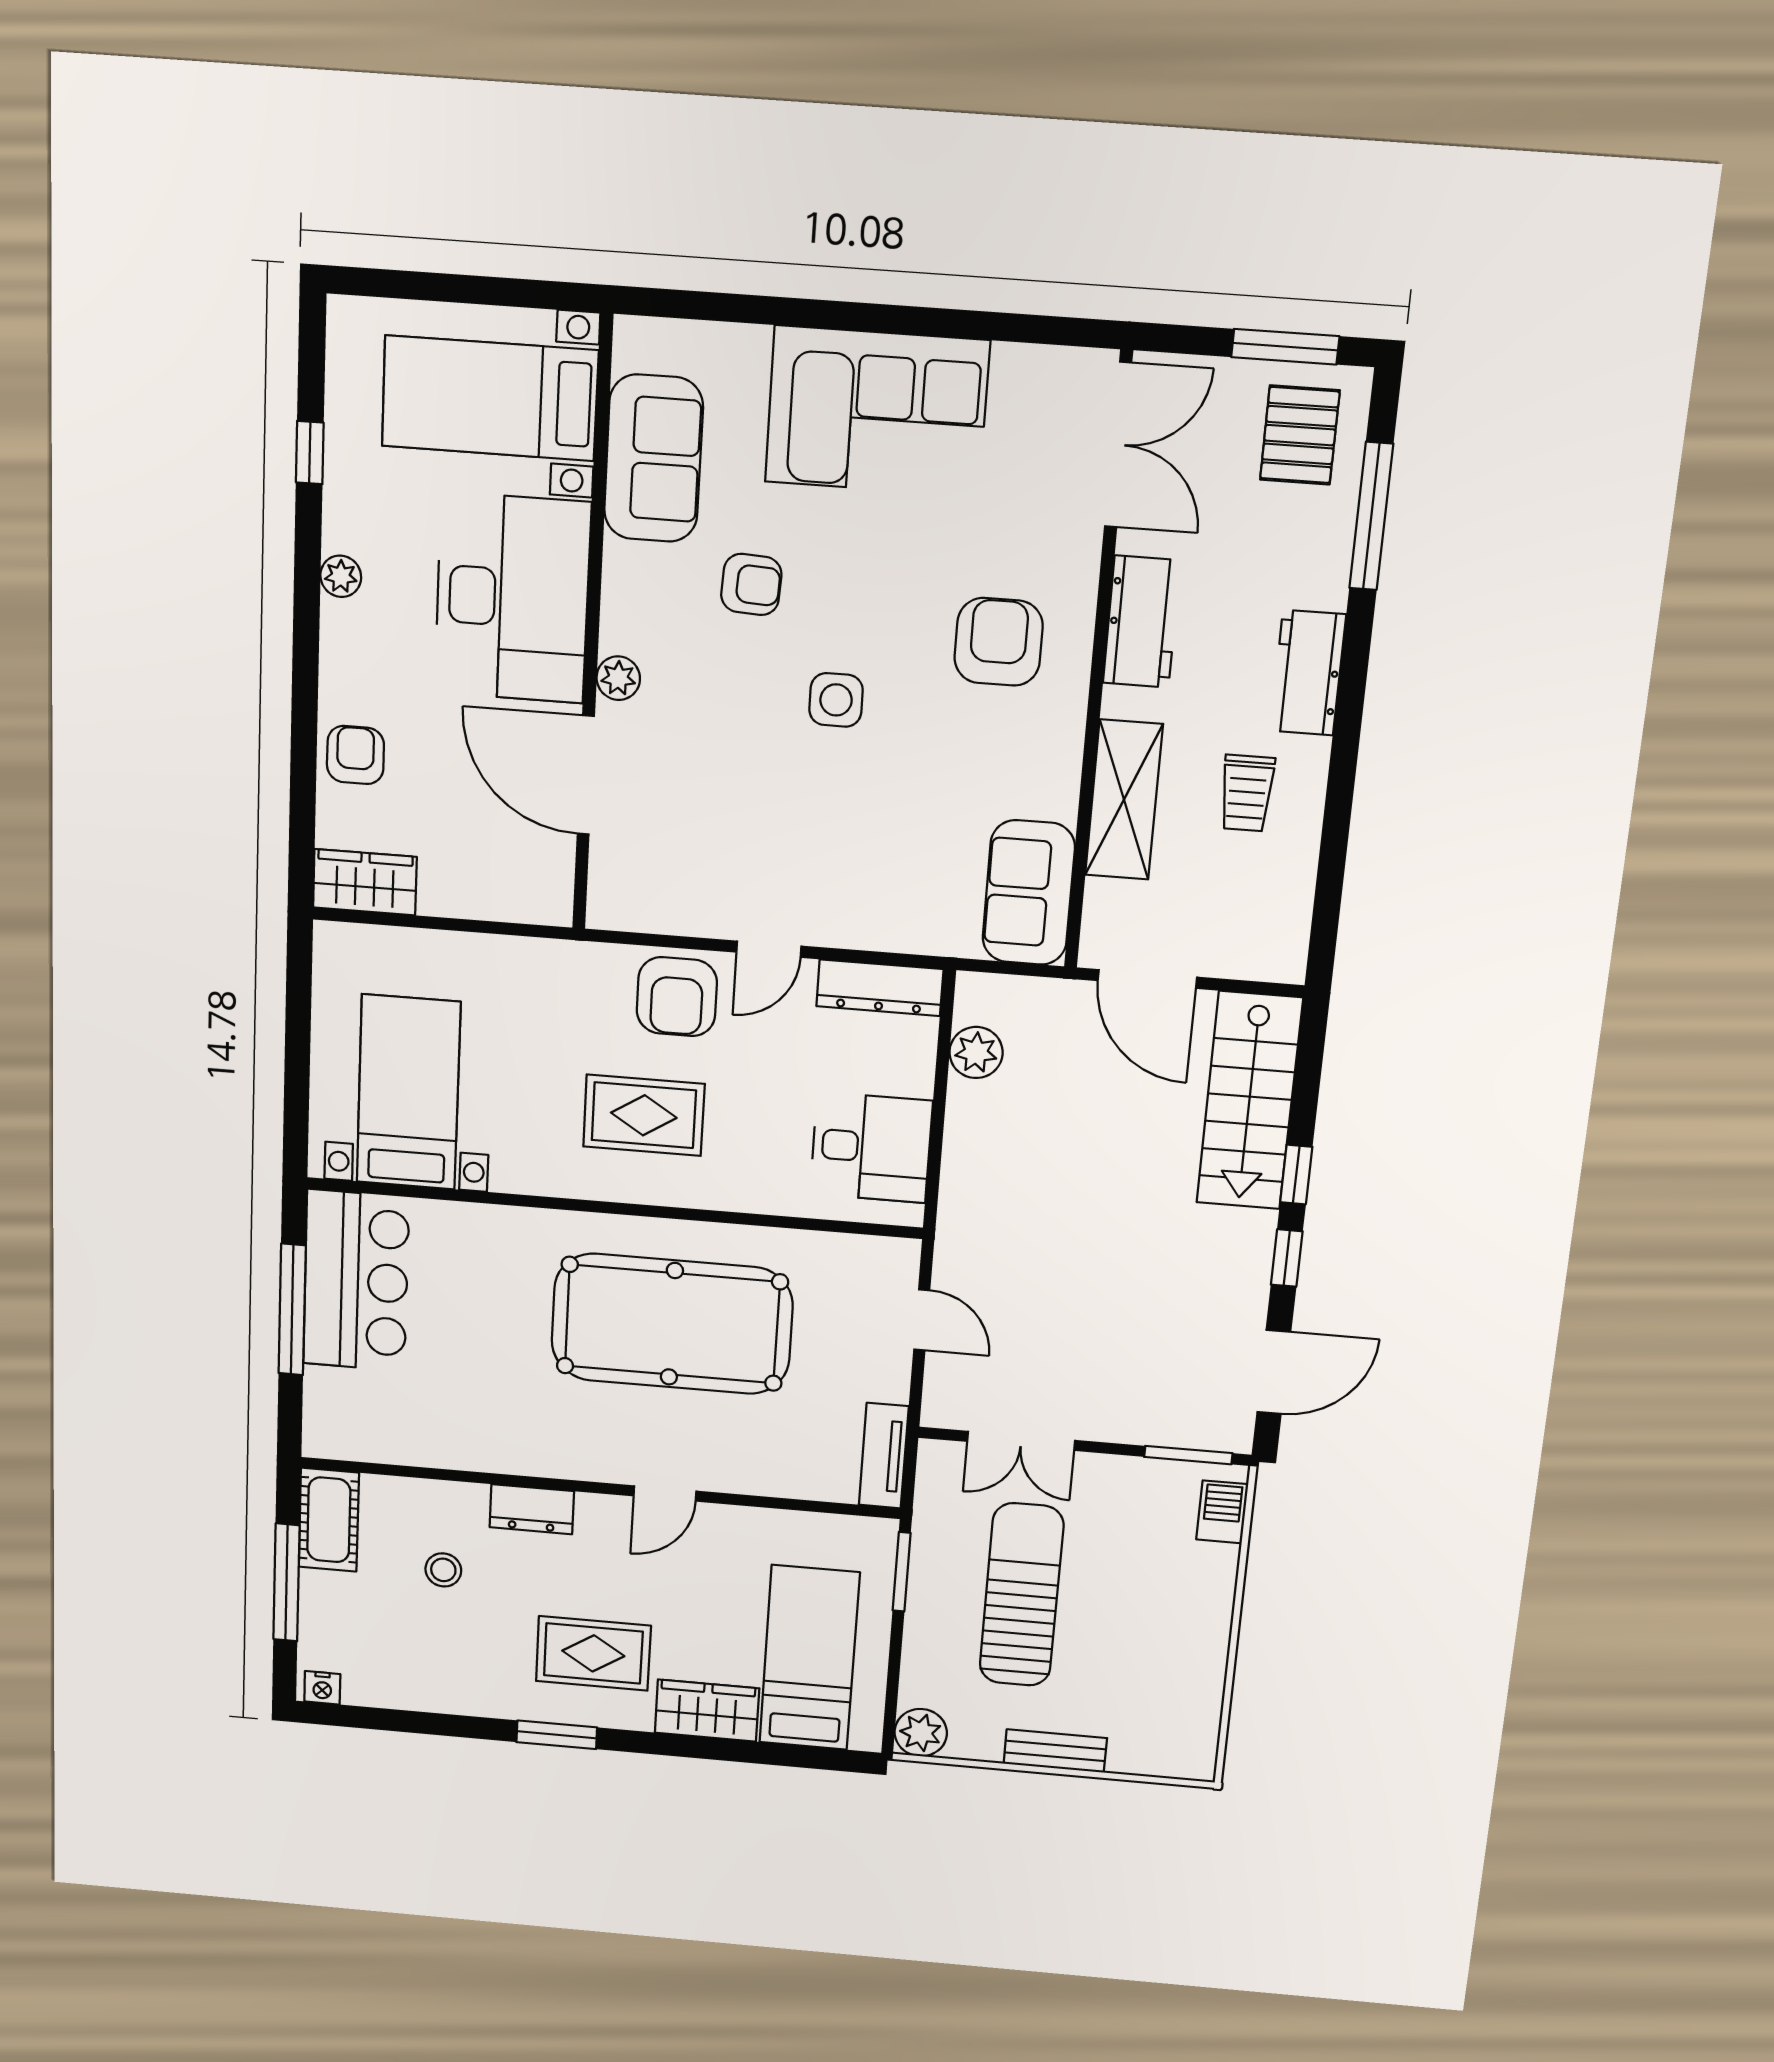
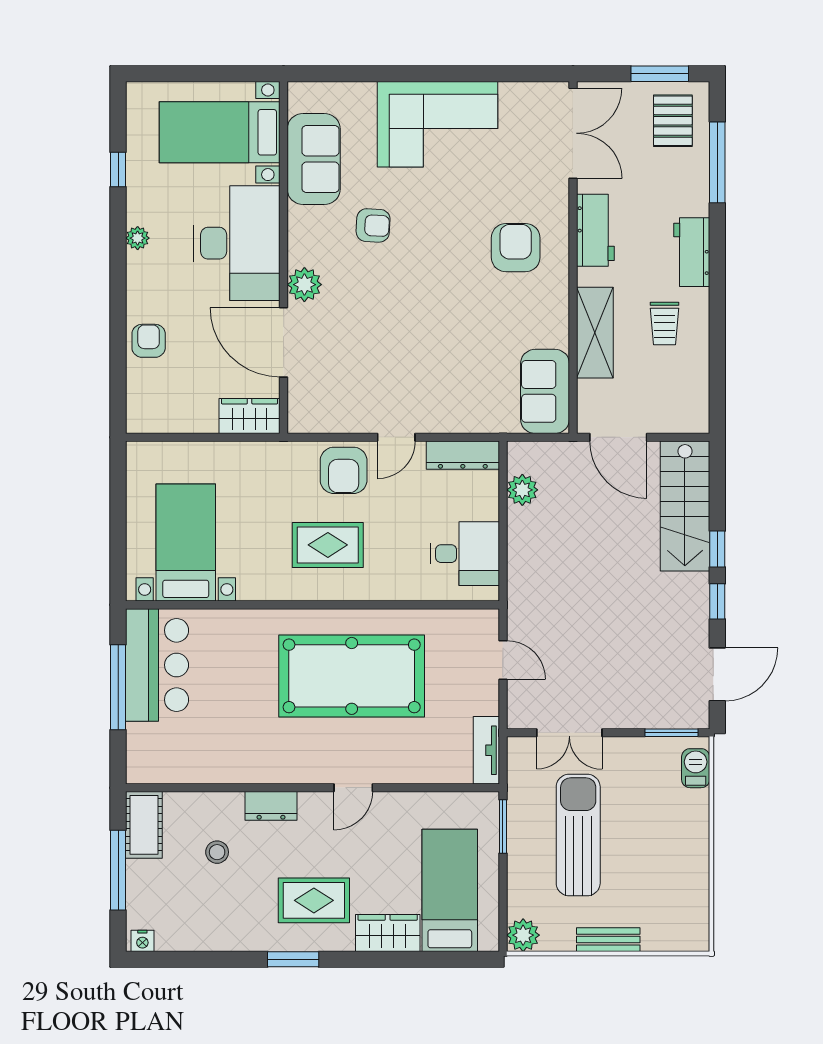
plant: (618, 678) -> (304, 285), width x1.38, depth x1.38
side table: (836, 700) -> (426, 288), removed
wardrobe: (365, 882) -> (250, 416), moved

